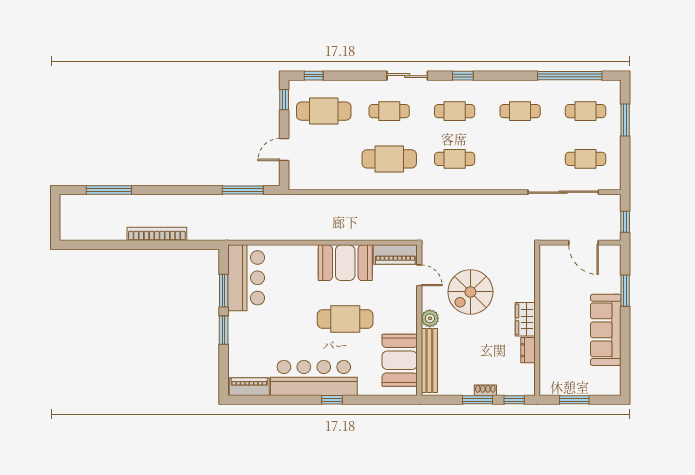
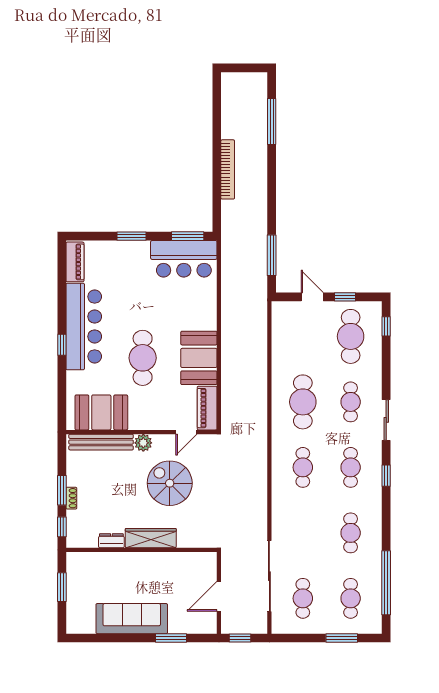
window: (284, 100) -> (345, 297), moved
window: (224, 291) -> (188, 236), moved
wardrobe: (525, 319) -> (151, 538), width x1.50

